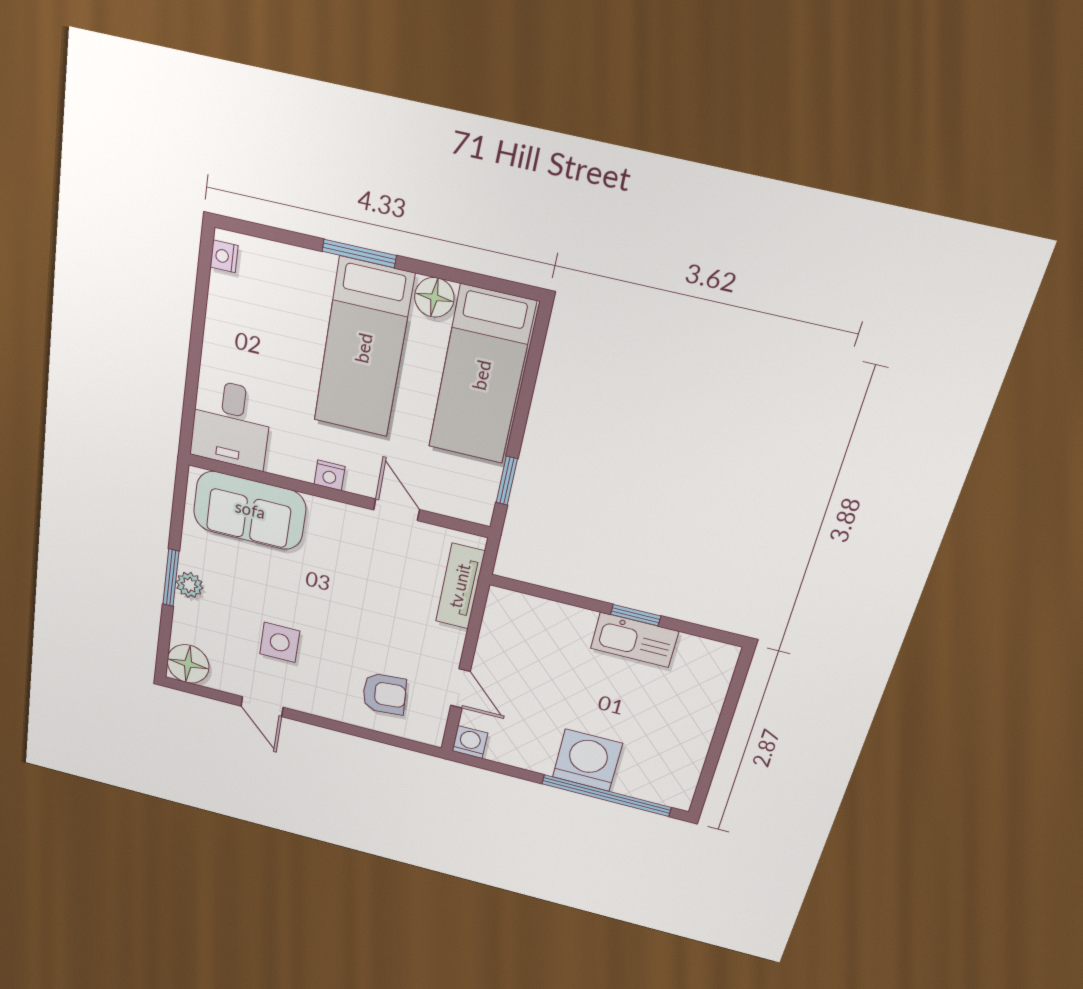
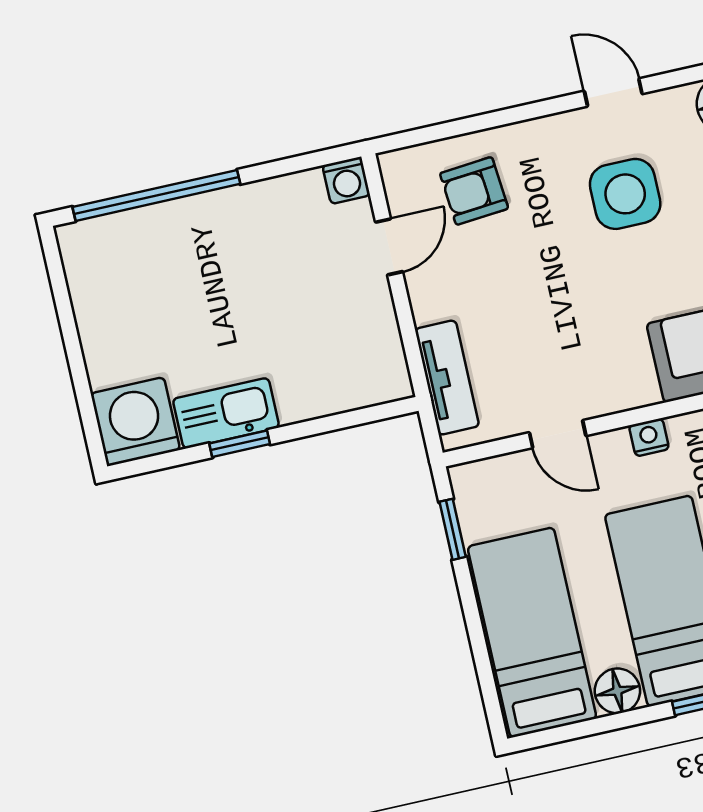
side table: (280, 642) -> (625, 194), width x1.37, depth x1.37
door: (461, 688) -> (389, 247), swing flipped
washing machine: (587, 760) -> (135, 422), moved, turned 180

